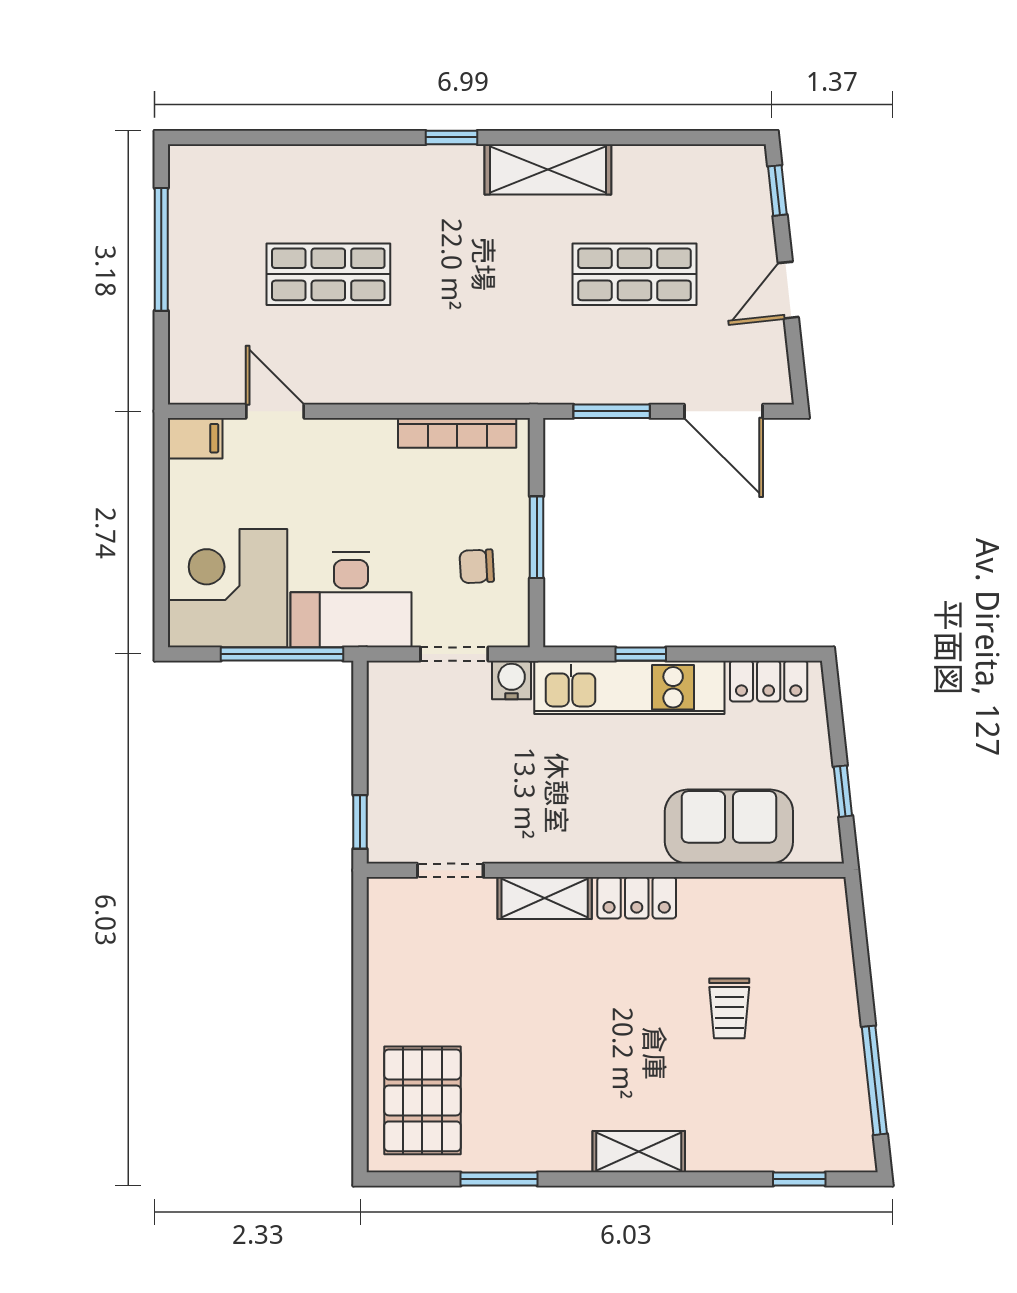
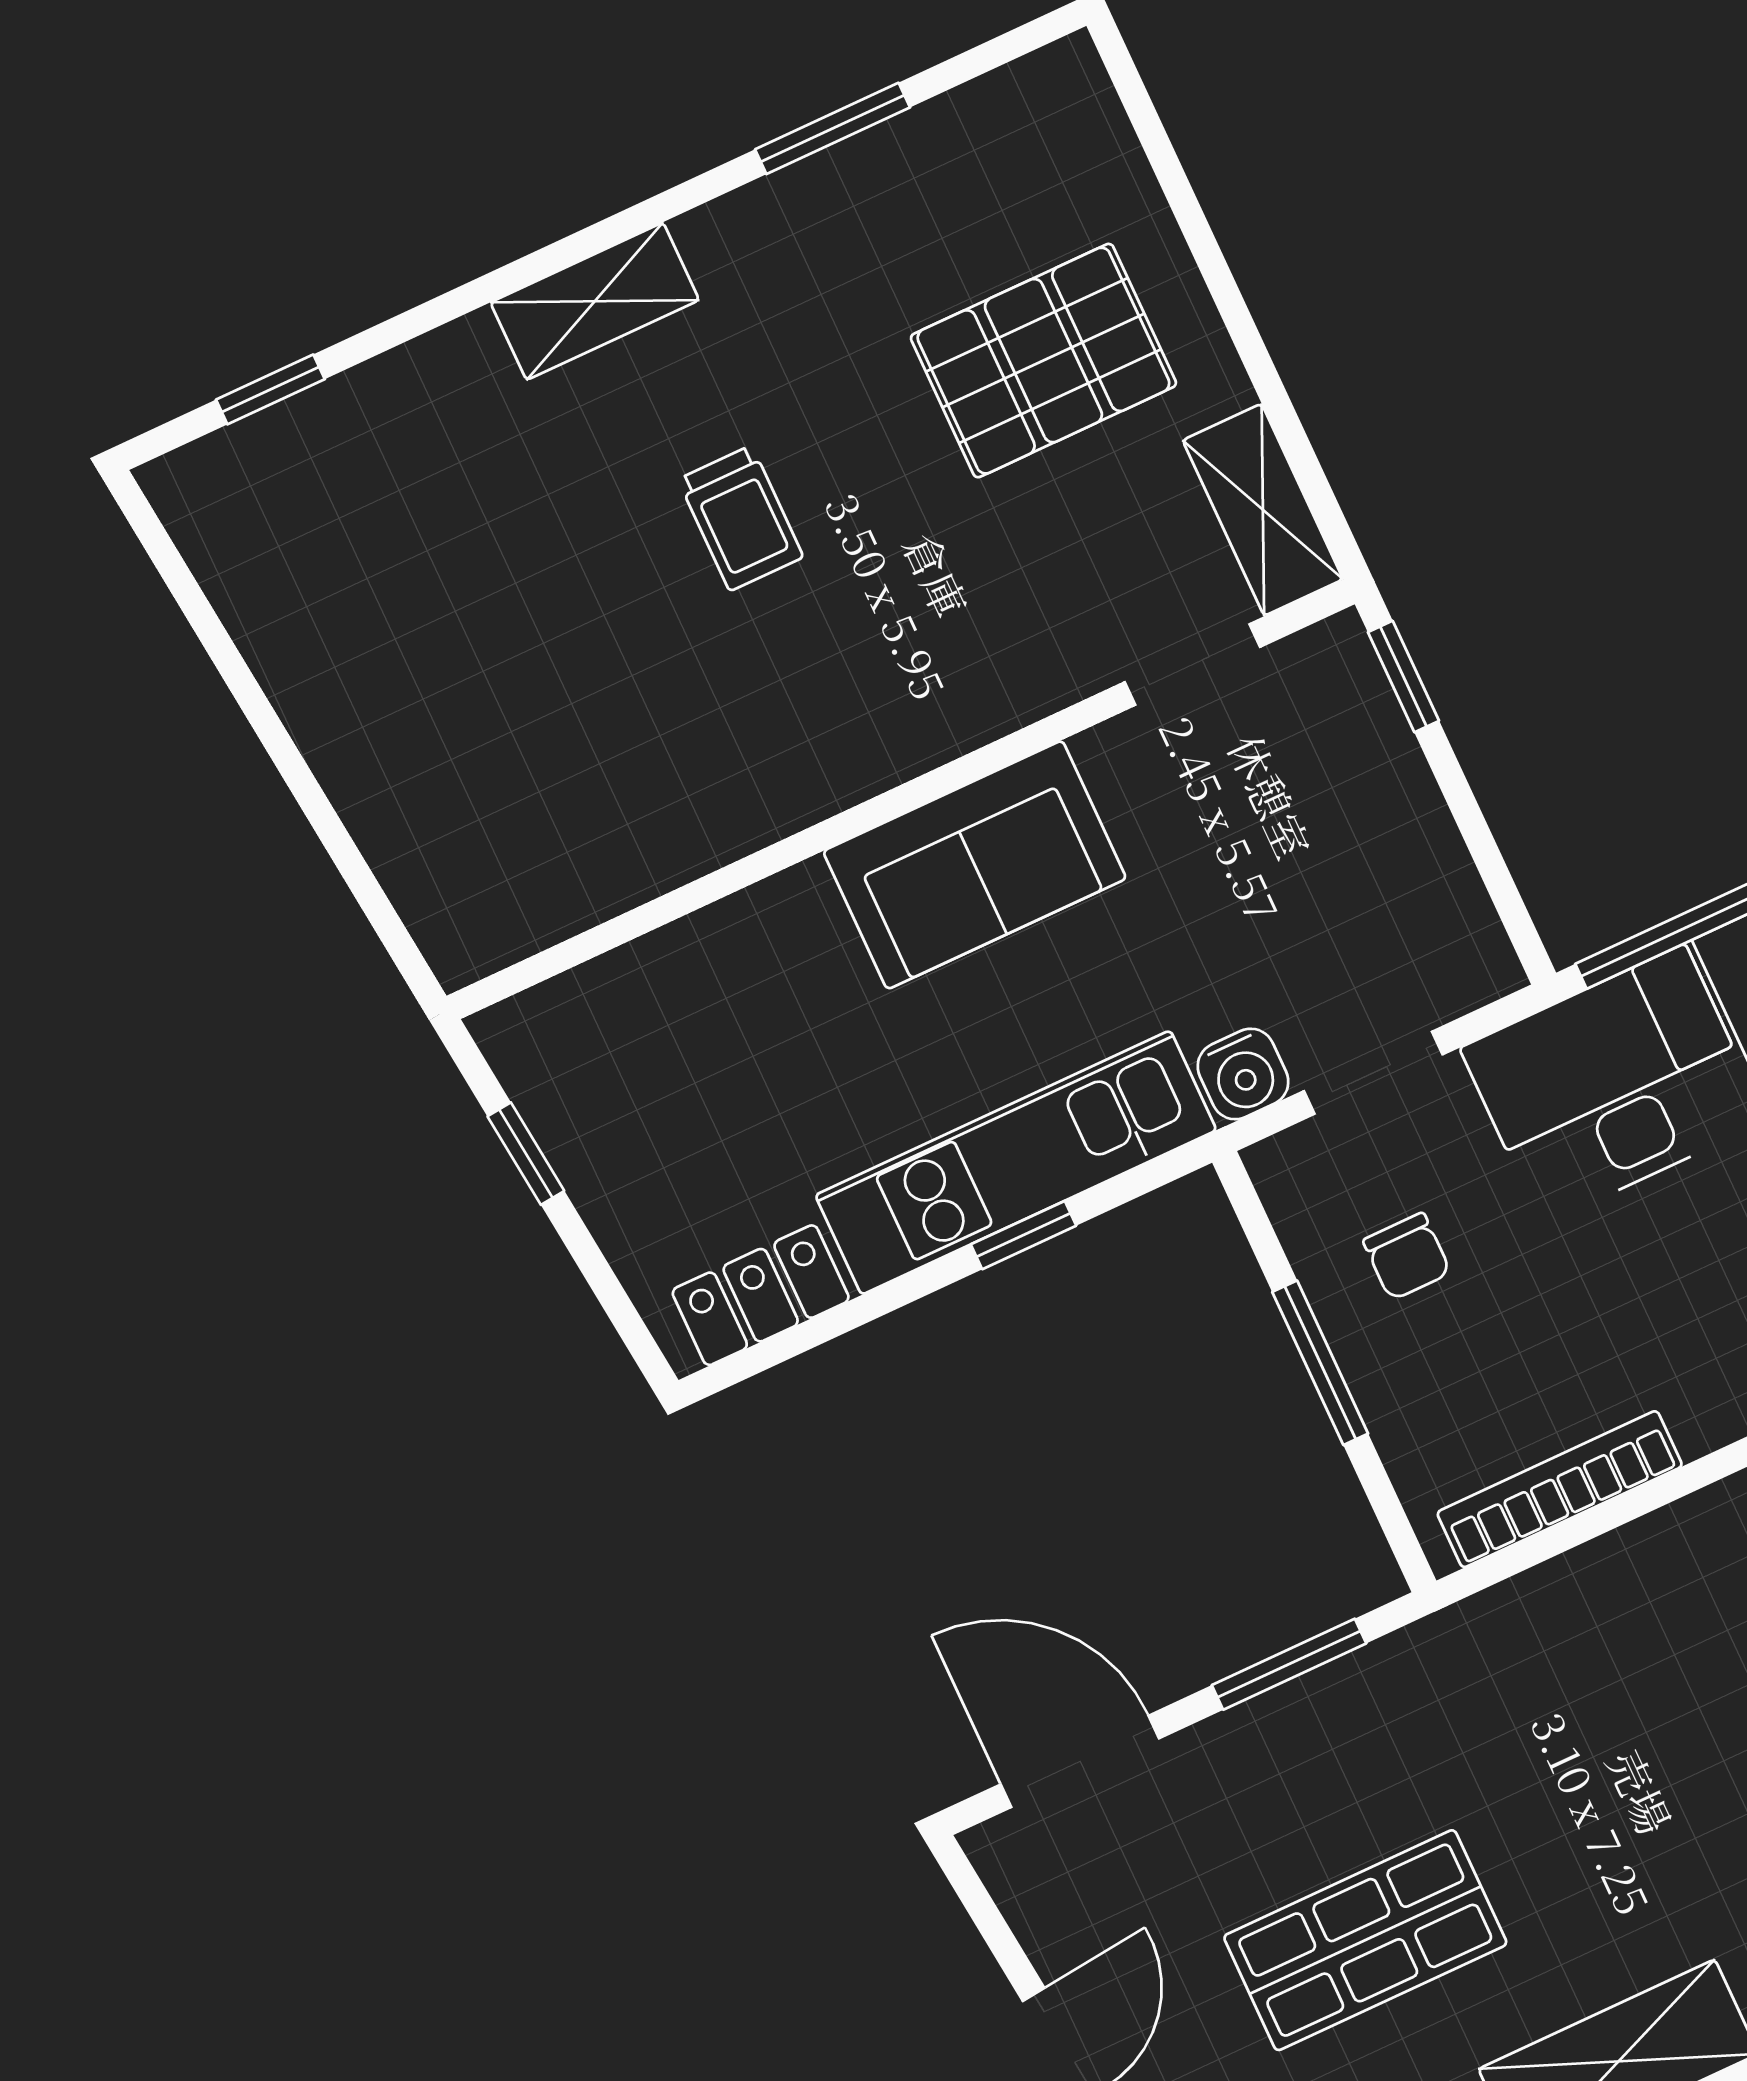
chair: (477, 566) -> (1407, 1256), turned 93
sofa: (729, 827) -> (975, 865), moved
shelving: (545, 898) -> (1263, 510), moved, turned 90
locker: (637, 898) -> (819, 775), removed
trolley: (729, 1008) -> (741, 518), moved, turned 180
window: (874, 1080) -> (216, 640), removed
pallet: (422, 1100) -> (1043, 361), moved, turned 90

